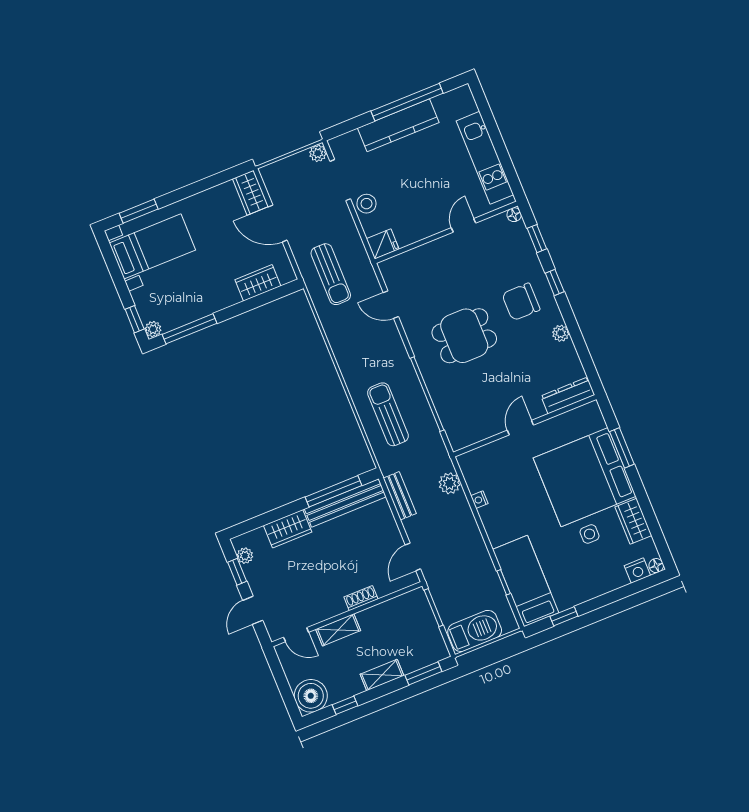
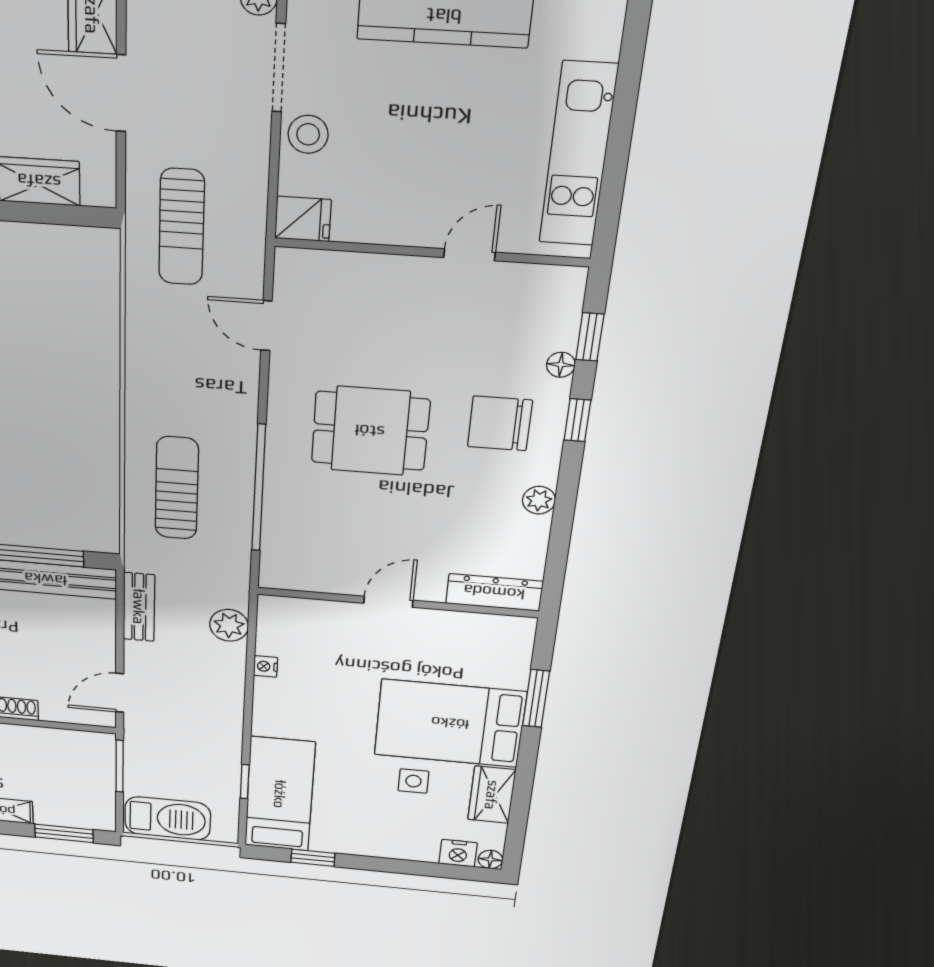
floor lamp: (514, 215) -> (561, 365), moved
bed: (585, 477) -> (450, 723), width x0.73

